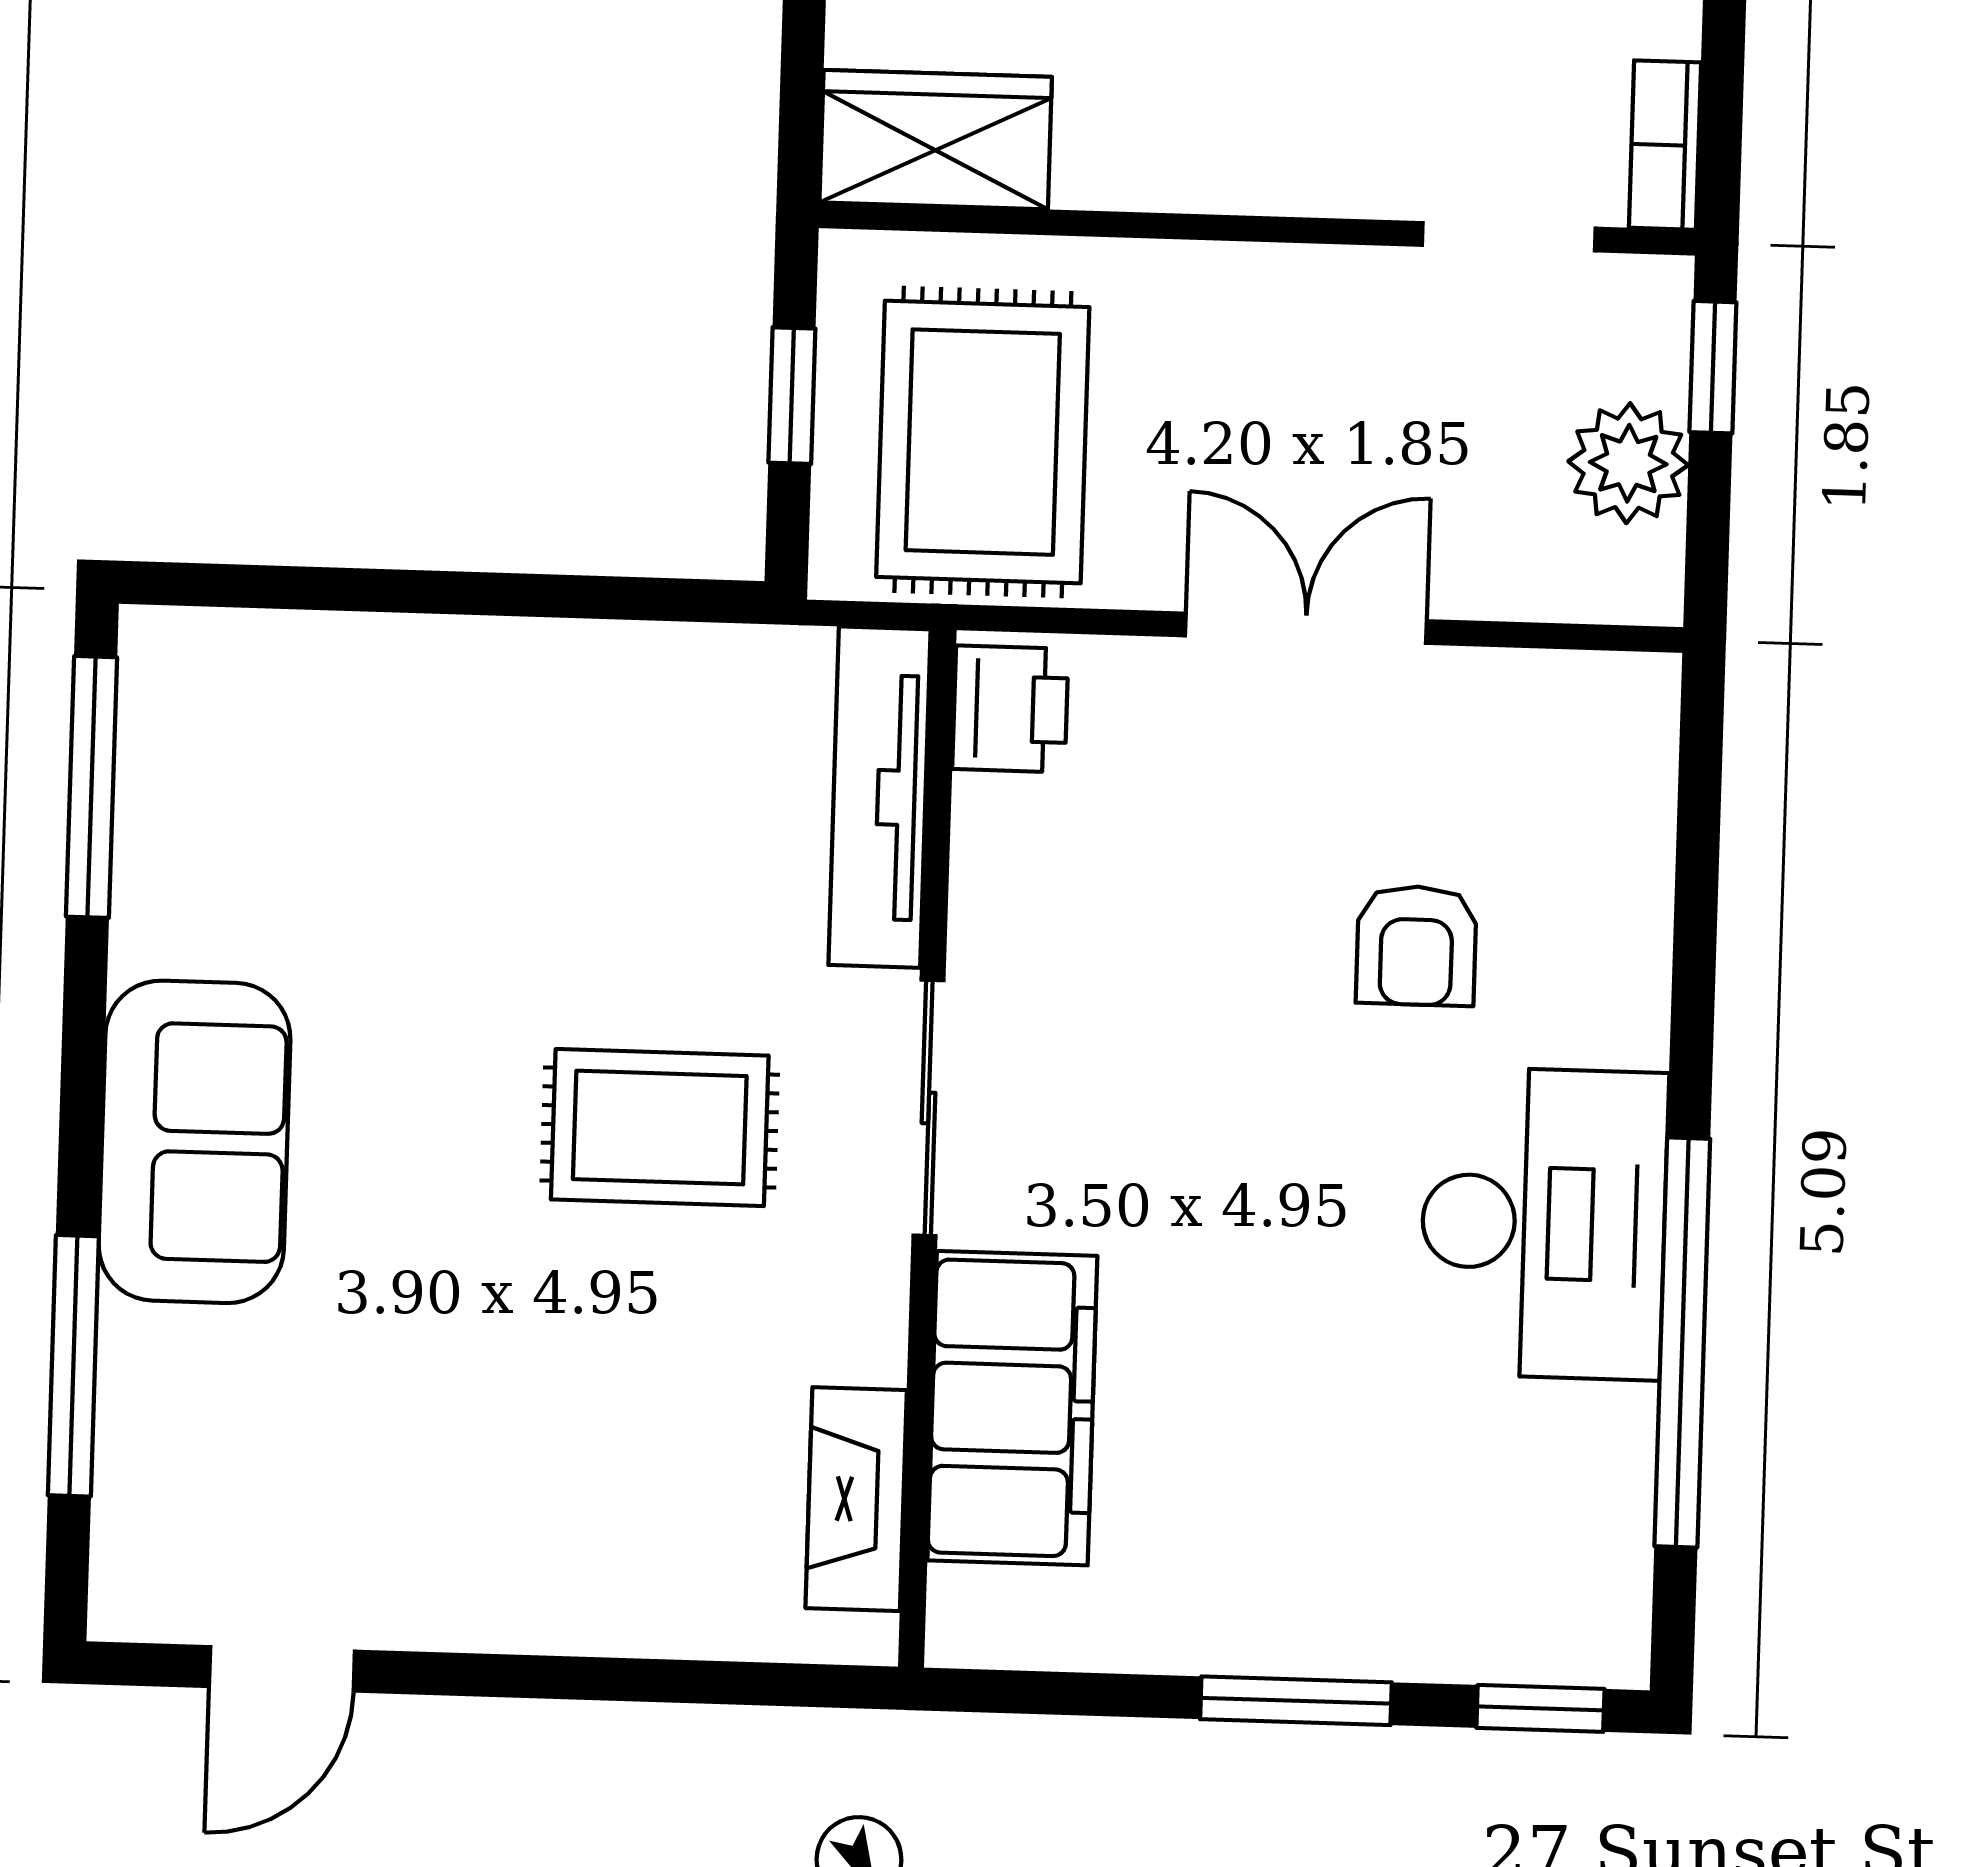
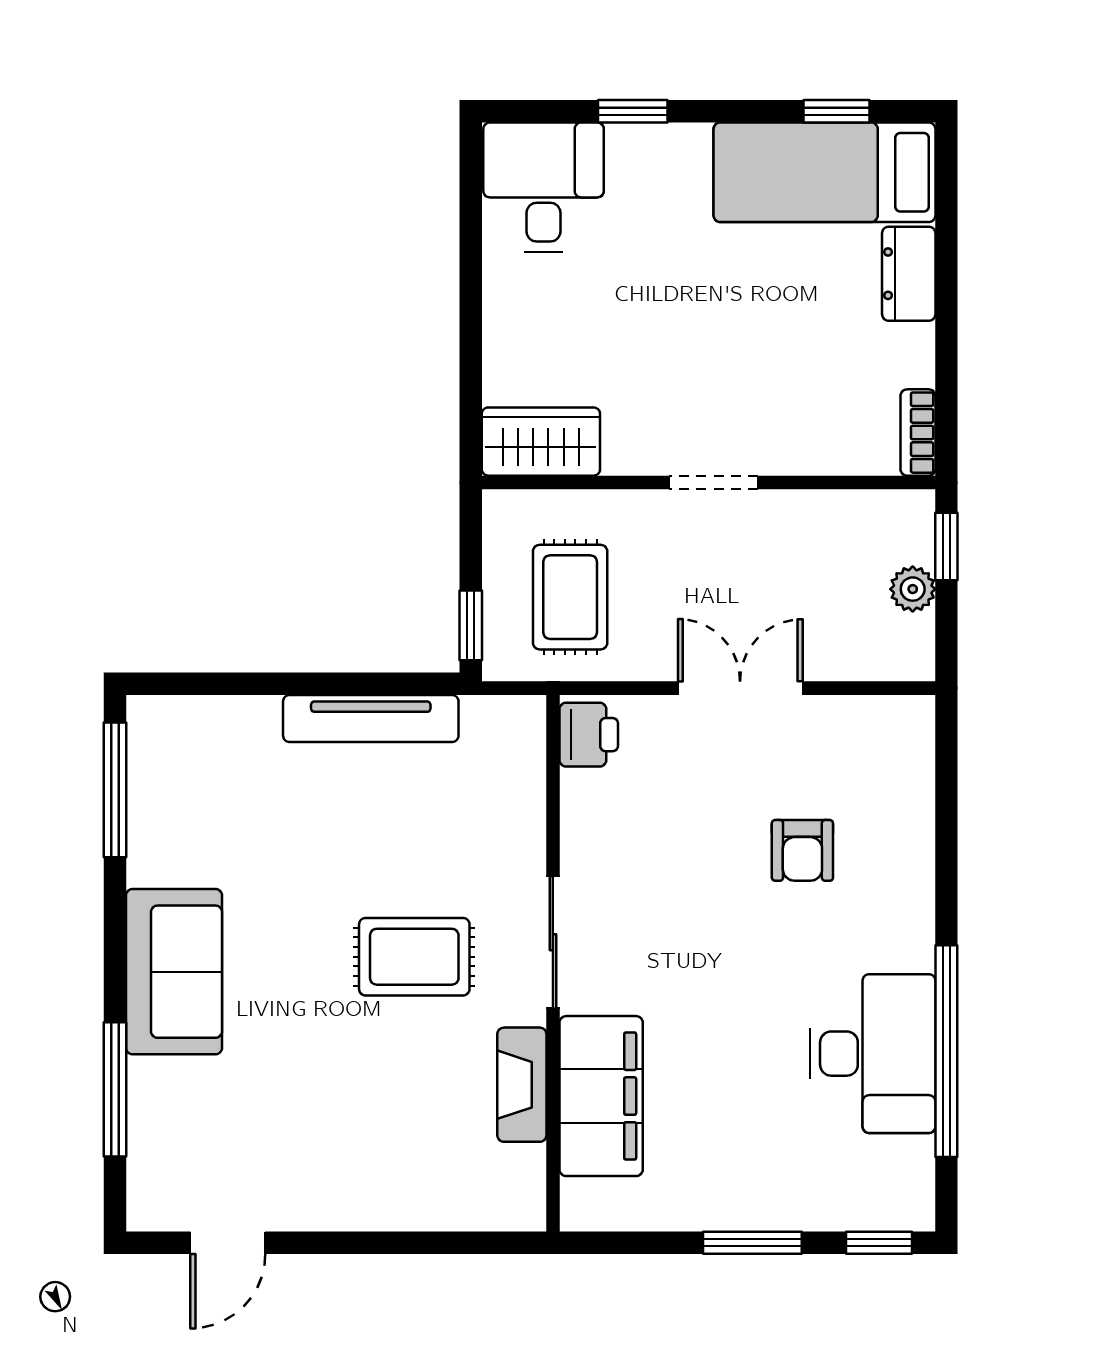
doorway: (1509, 237) -> (714, 482), moved
window: (792, 396) -> (471, 625), moved
rug: (983, 442) -> (570, 597), width x0.73, depth x0.70
plant: (1628, 463) -> (913, 589), width x0.73, depth x0.73
tv unit: (880, 797) -> (371, 719), moved, turned -90
desk: (1544, 1223) -> (873, 1054), moved
fireplace: (856, 1499) -> (522, 1085), moved

